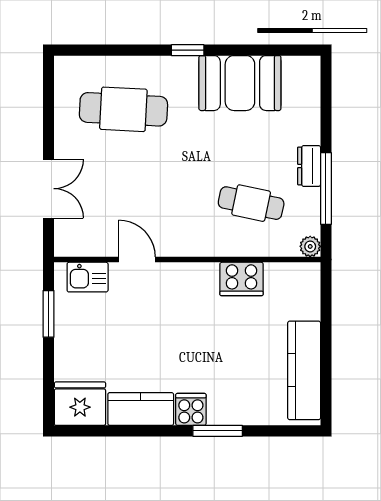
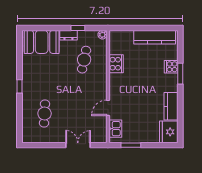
booth: (240, 83) -> (42, 42), moved, turned 90
cafe table: (123, 109) -> (45, 114), width x0.73, depth x0.74
window: (326, 188) -> (78, 28), width x0.46
cooker: (191, 409) -> (171, 67), moved

